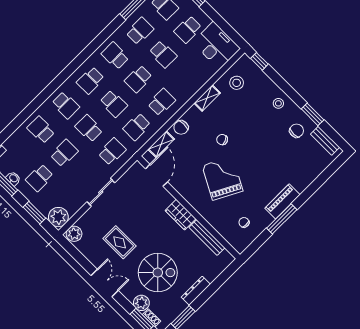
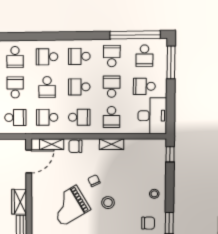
school desk: (140, 31) -> (112, 56), turned -90
school desk: (163, 54) -> (112, 87), turned 180
school desk: (115, 56) -> (79, 56), turned -90
school desk: (186, 77) -> (111, 117), added
stool: (237, 83) -> (108, 203), moved
grand piano: (222, 178) -> (69, 206), turned -149

